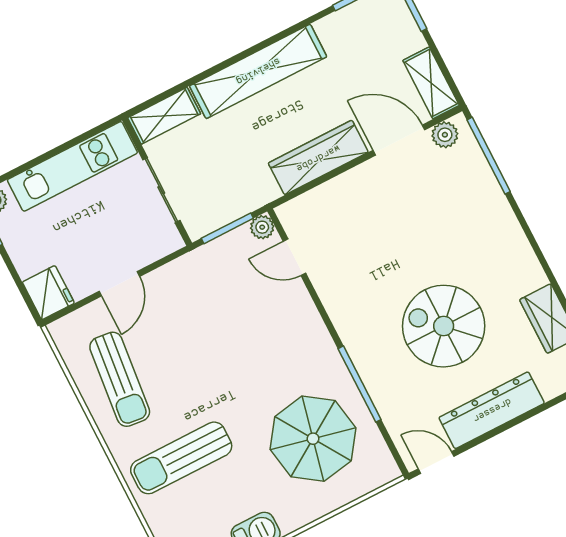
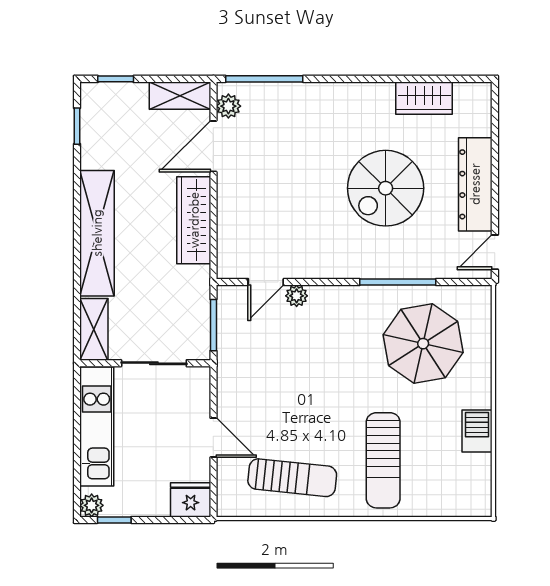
plant: (262, 227) -> (297, 296), moved

